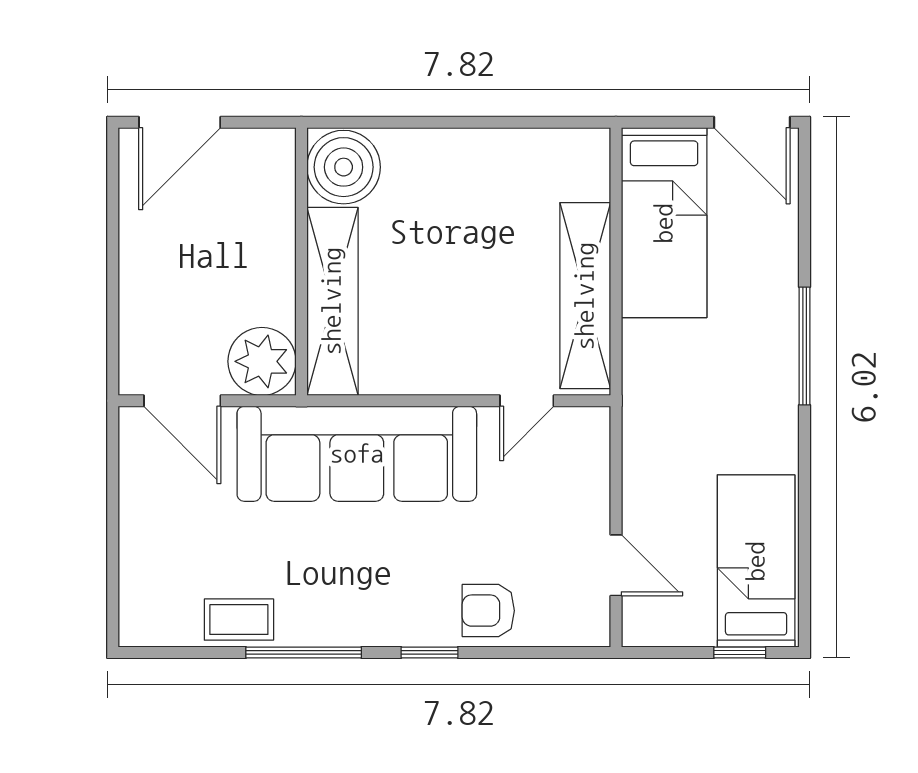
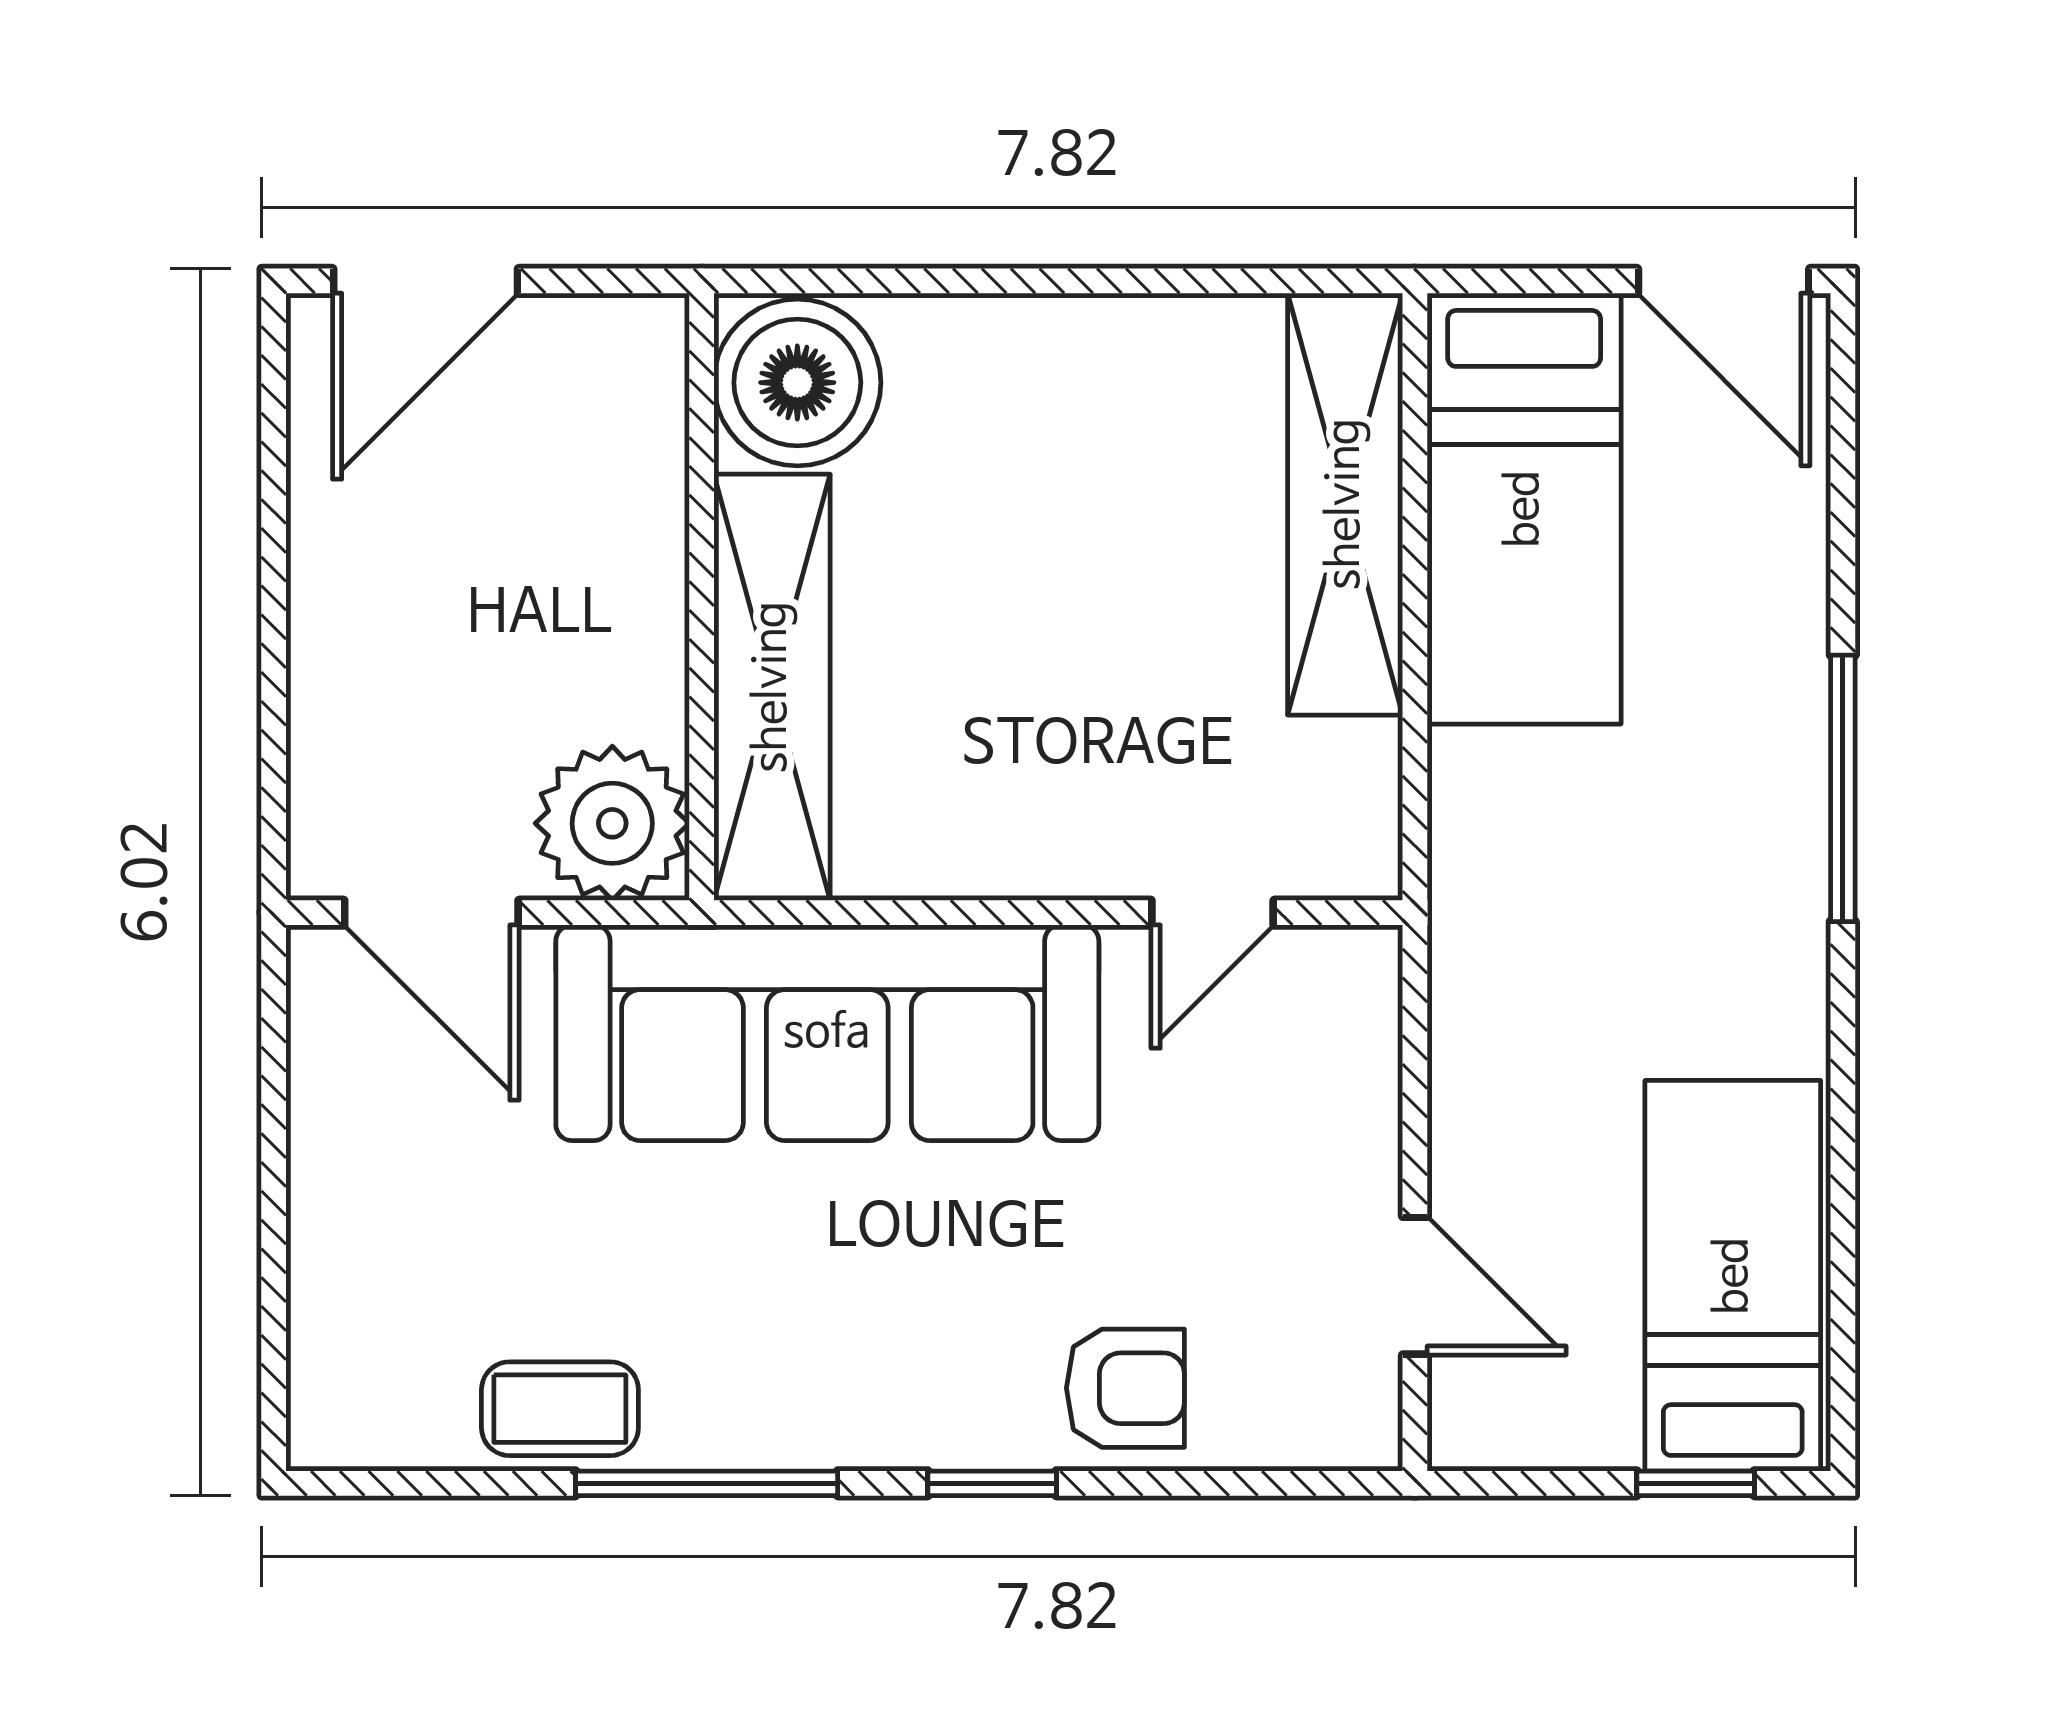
shelving: (585, 296) -> (1345, 504), moved
armchair: (488, 611) -> (1125, 1388), turned 180

